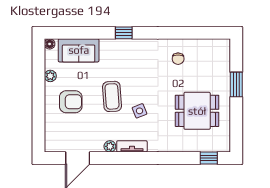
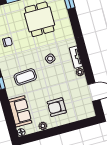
coffee table: (112, 96) -> (25, 77), moved
armchair: (71, 102) -> (57, 107), turned -90

